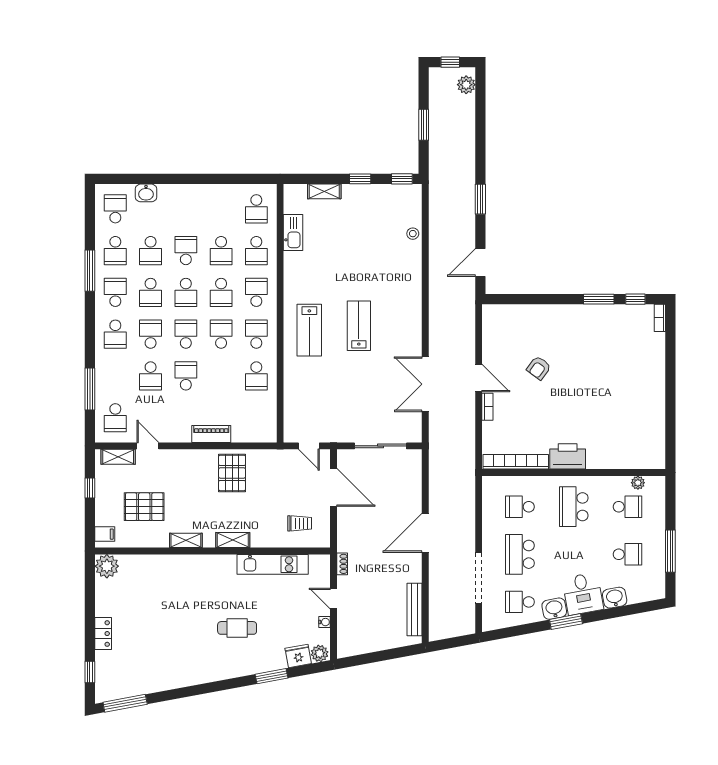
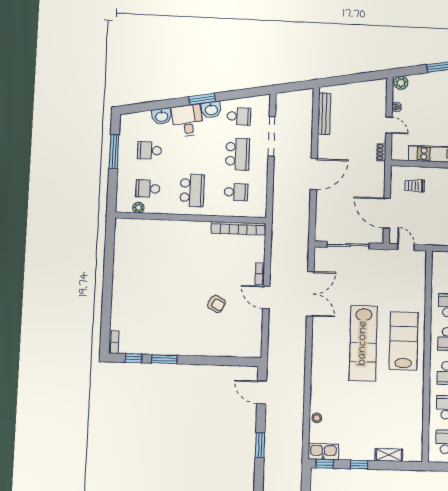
kitchen sink: (293, 233) -> (323, 452), moved, turned 90
door: (480, 263) -> (262, 392), swing flipped
lab bench: (359, 326) -> (363, 343), width x1.86, depth x1.39
lab bench: (309, 330) -> (404, 341), width x1.36, depth x1.39
armchair: (539, 368) -> (216, 304), turned 82
printer: (568, 456) -> (195, 231), removed
fridge: (298, 656) -> (418, 82), removed

